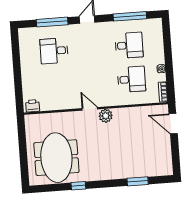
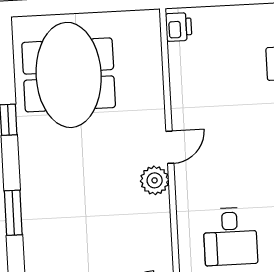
meeting table: (56, 158) -> (69, 75), turned 90
window: (138, 181) -> (13, 213), moved

